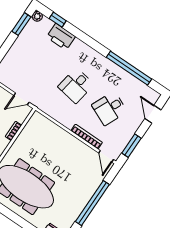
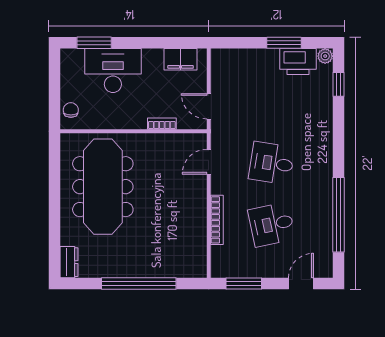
window: (21, 24) -> (284, 43), moved
printer: (61, 37) -> (298, 62), moved, turned -90
desk: (110, 108) -> (272, 224), turned -36
door: (106, 156) -> (209, 162), moved

